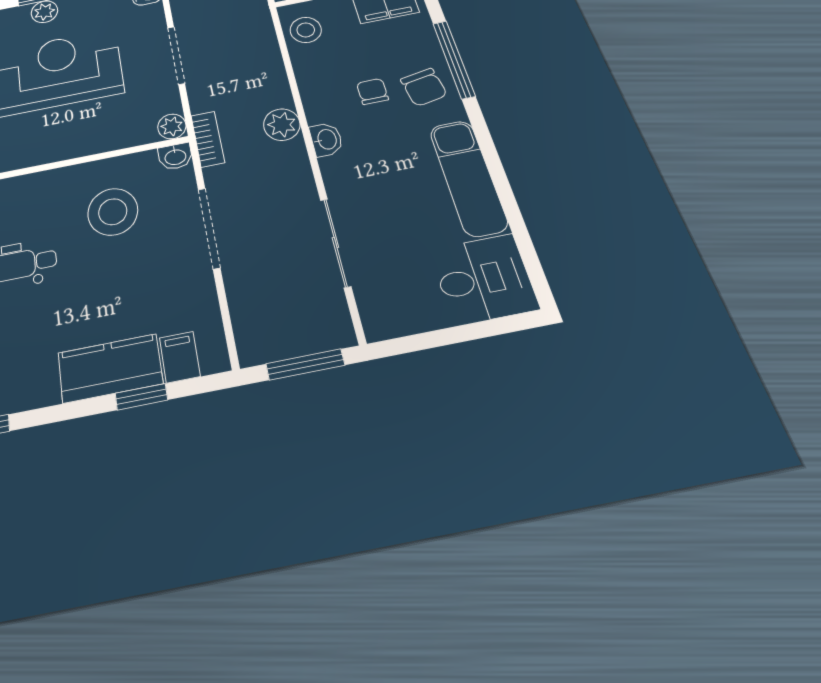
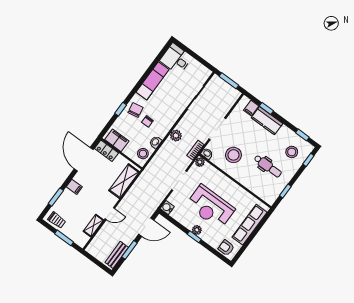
window: (454, 59) -> (121, 109), width x0.46
washbasin: (326, 139) -> (155, 142), moved

